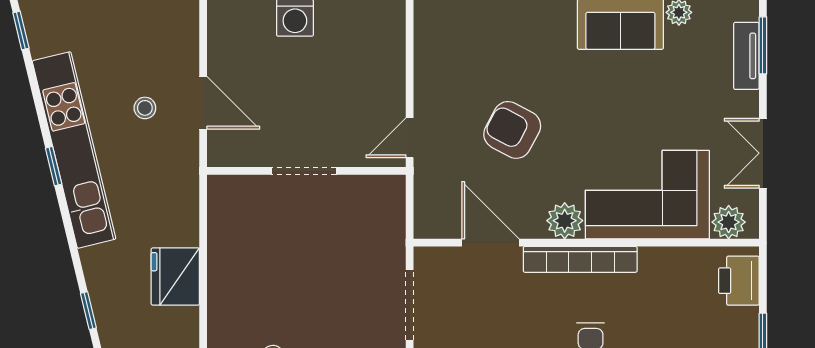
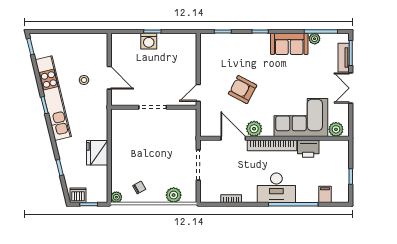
double door: (763, 153) -> (351, 88), moved
plant: (565, 221) -> (254, 129), moved
printer: (739, 281) -> (308, 149), moved, turned -90

